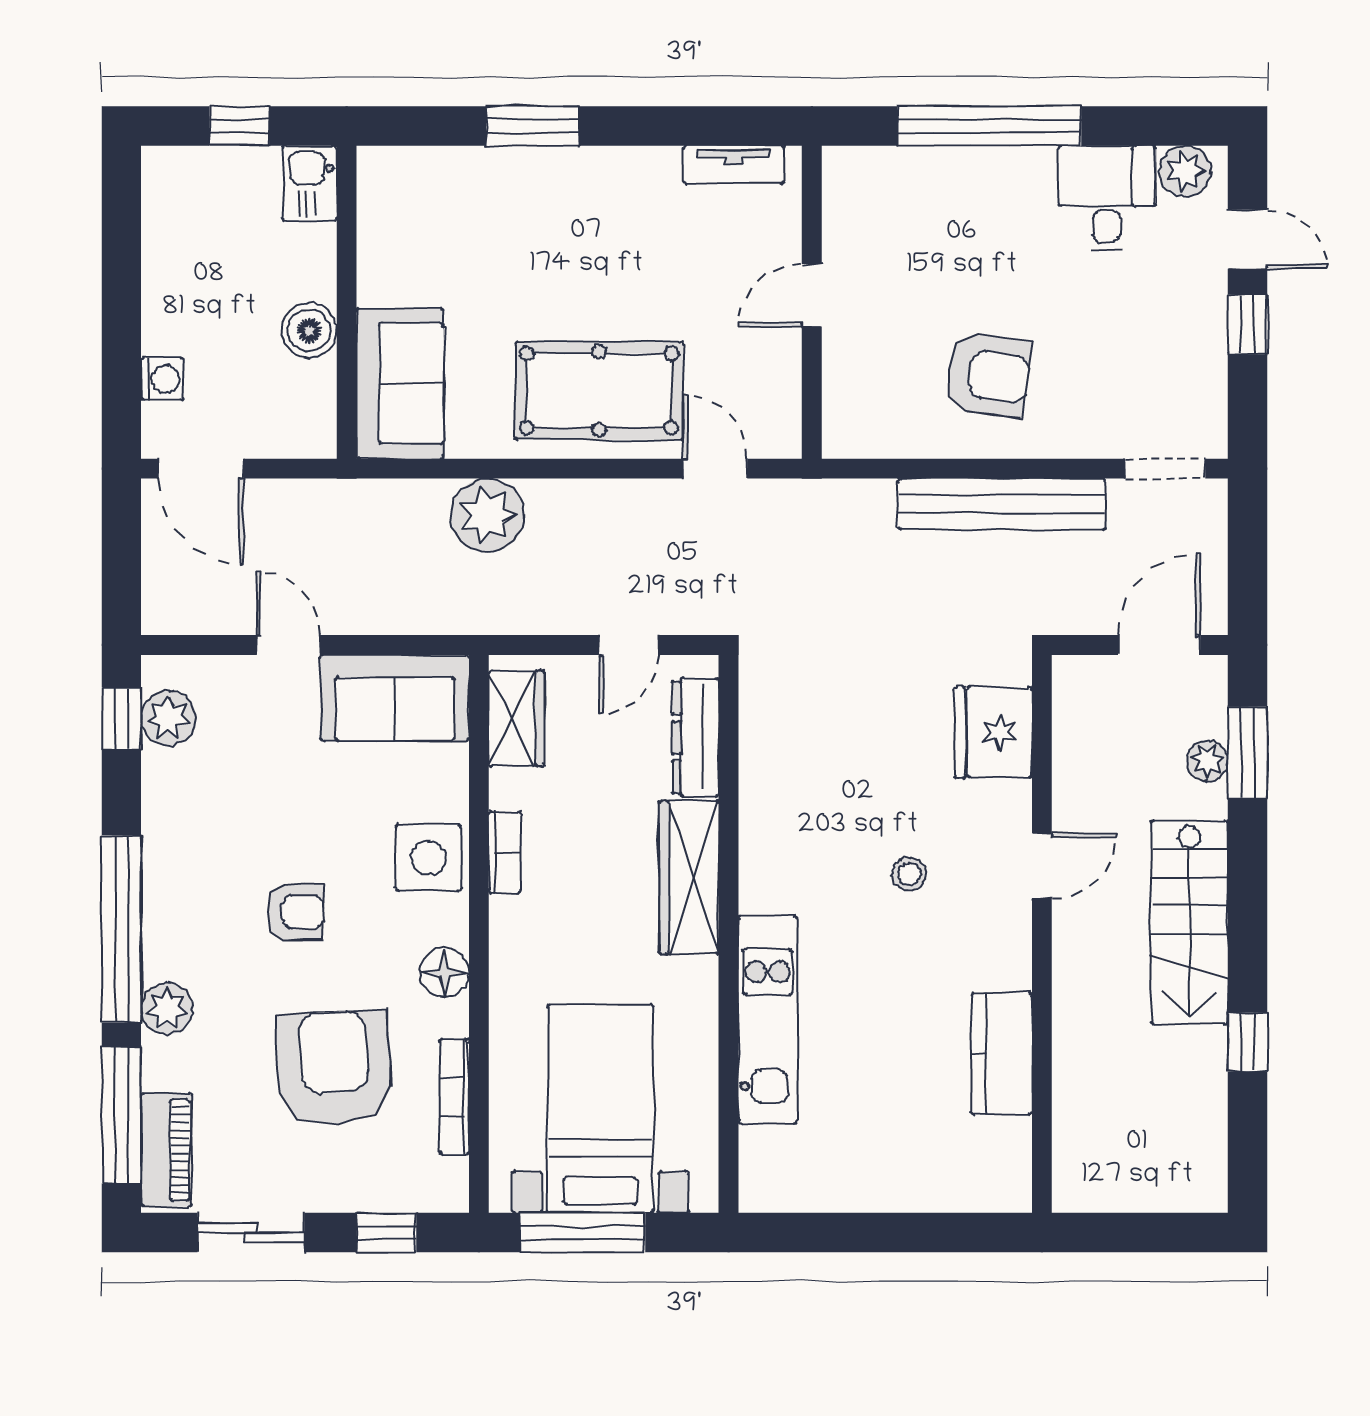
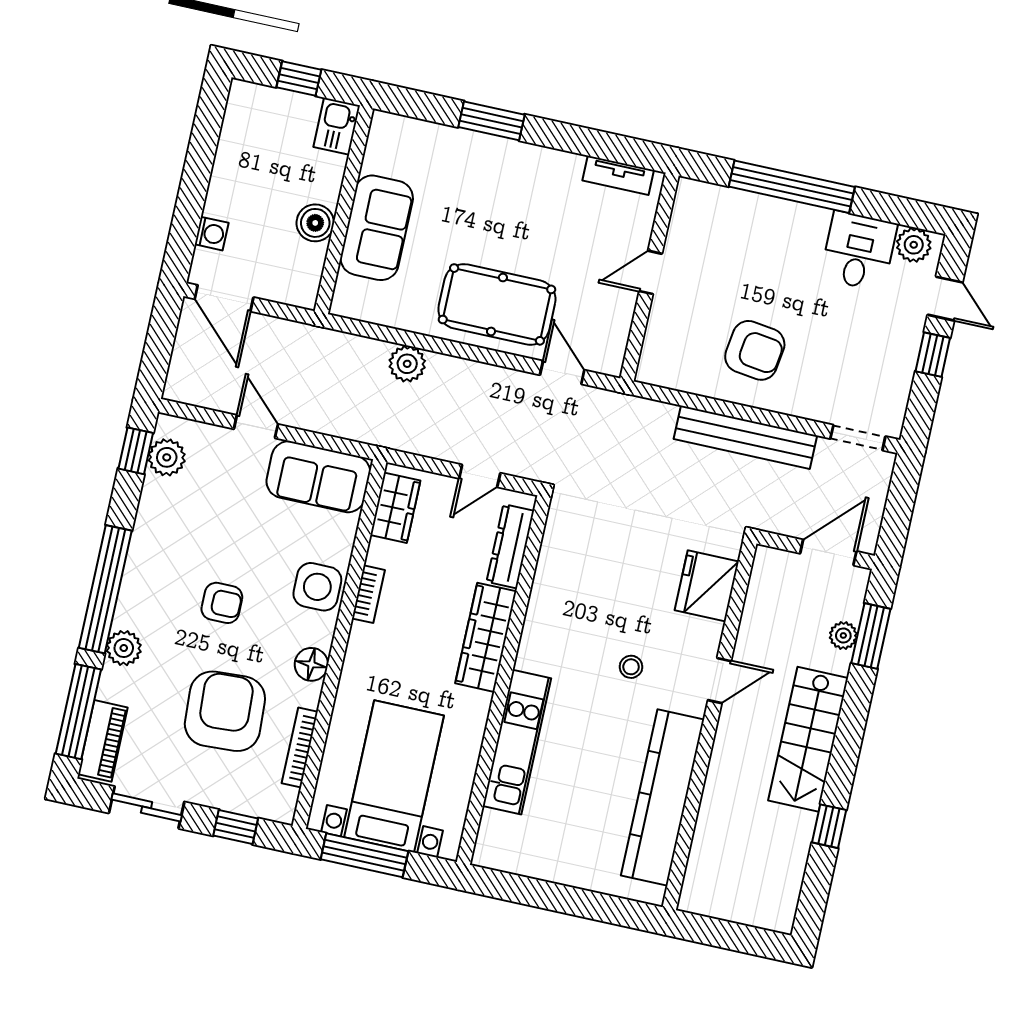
sofa: (400, 384) -> (377, 228), moved
plant: (488, 515) -> (407, 364), width x0.73, depth x0.73
kitchen counter: (1002, 1054) -> (663, 798), width x2.08, depth x1.17

